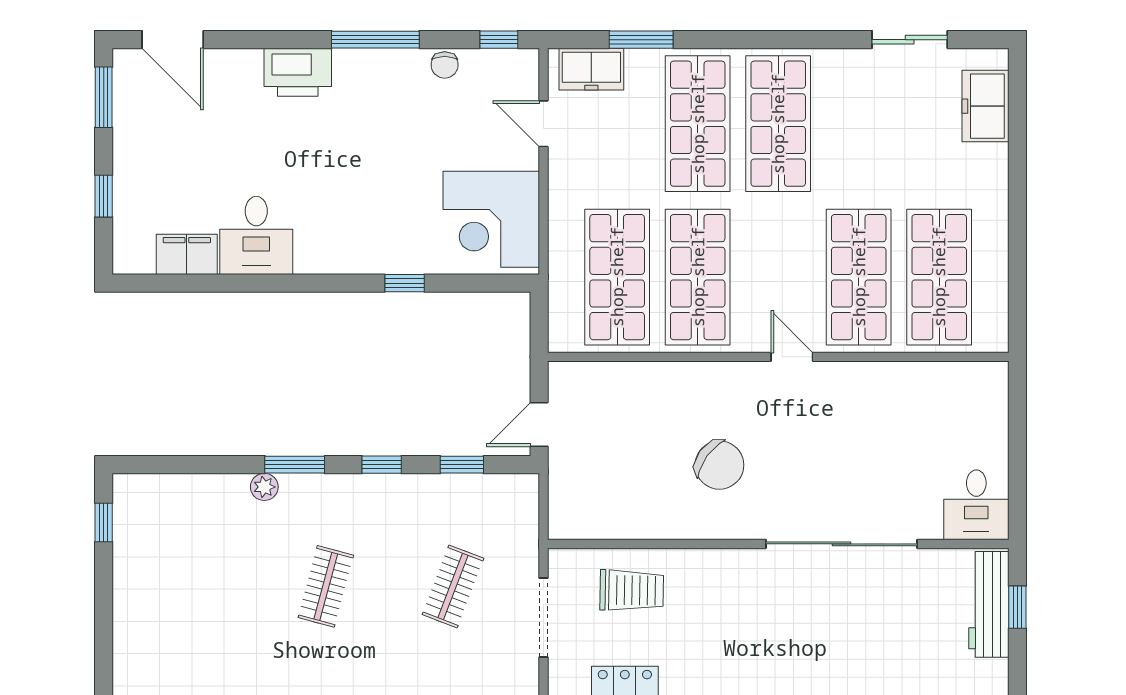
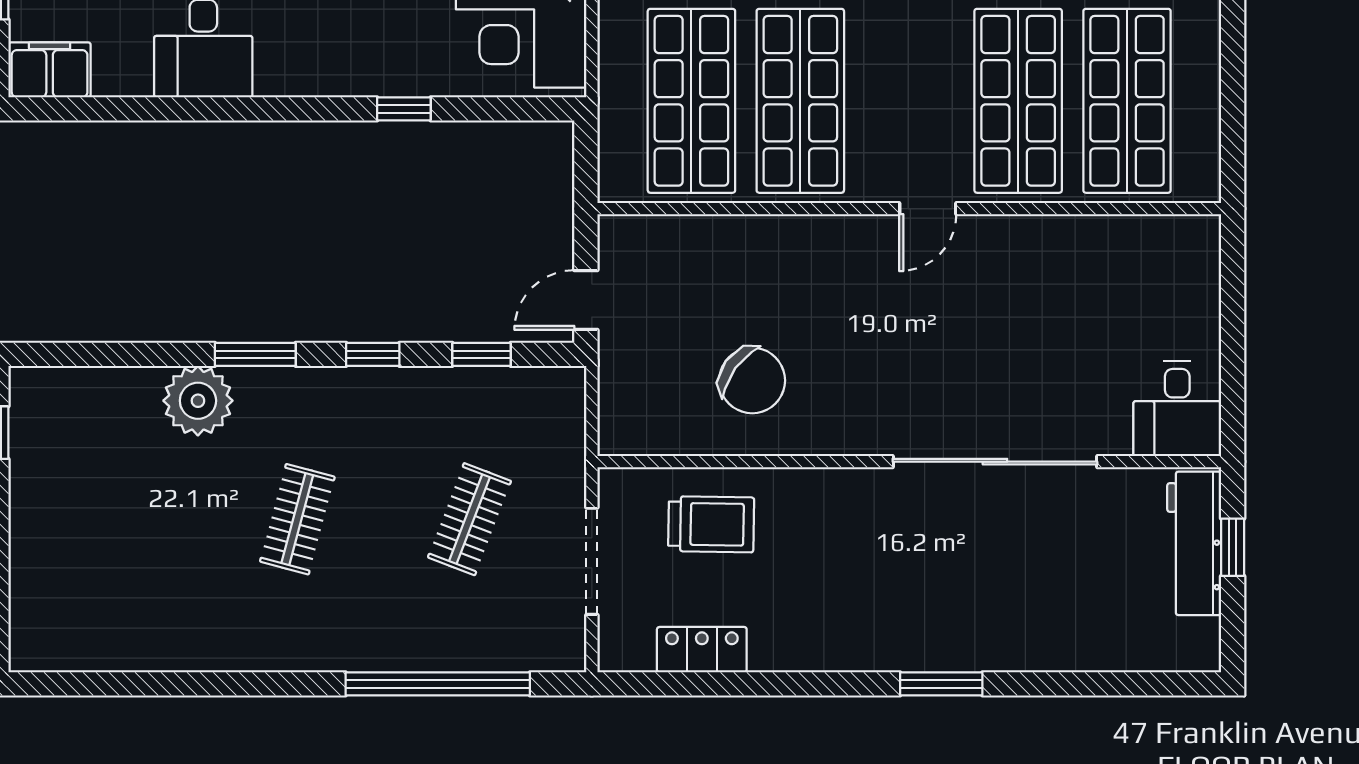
filing cabinet: (187, 254) -> (50, 70), moved
door: (792, 357) -> (928, 209), swing flipped
chair: (719, 465) -> (752, 380), moved
plant: (264, 487) -> (198, 401), width x1.88, depth x1.88

